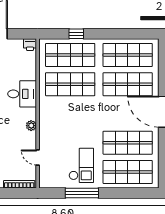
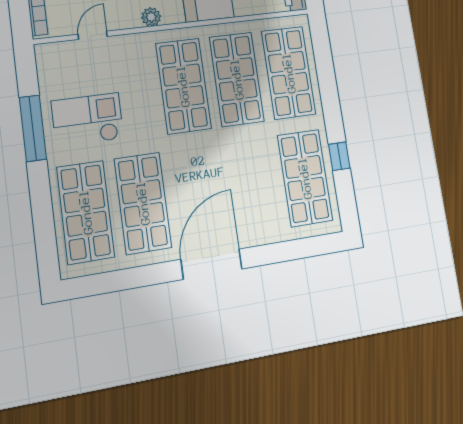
window: (76, 34) -> (339, 156), moved
shop shelf: (128, 84) -> (183, 86), moved
checkout: (81, 165) -> (88, 120), turned 180

